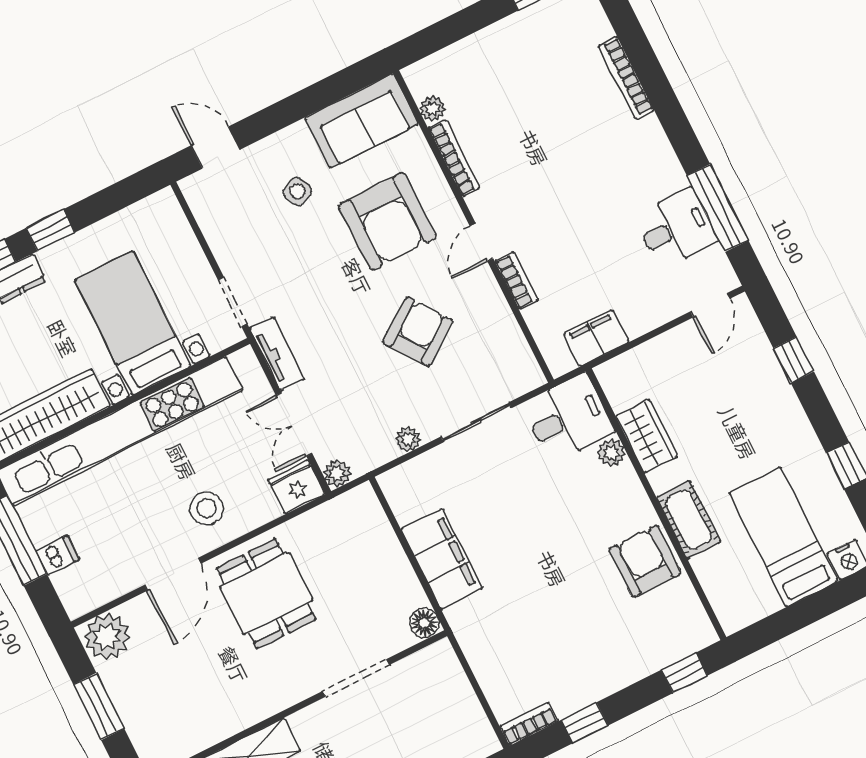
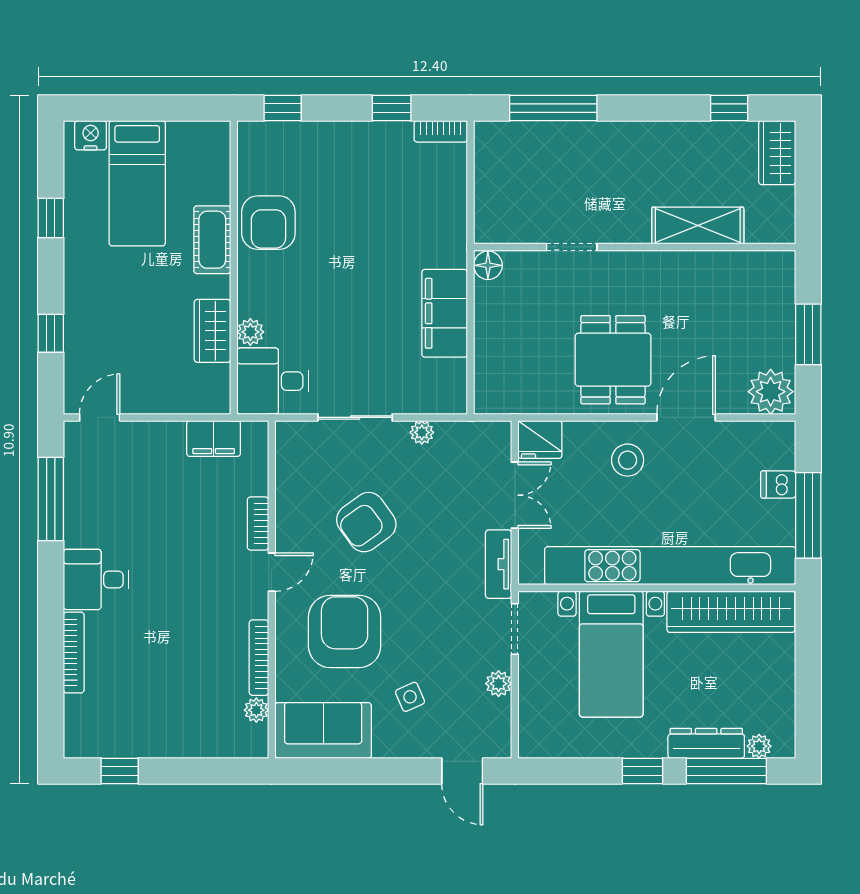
desk: (676, 228) -> (96, 579), moved
plant: (337, 473) -> (499, 684), moved
doorway: (356, 678) -> (572, 247), width x0.73

